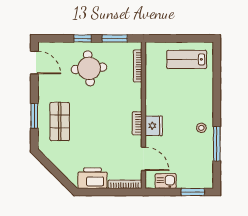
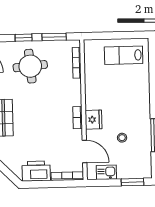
stool: (201, 128) -> (122, 138), moved

